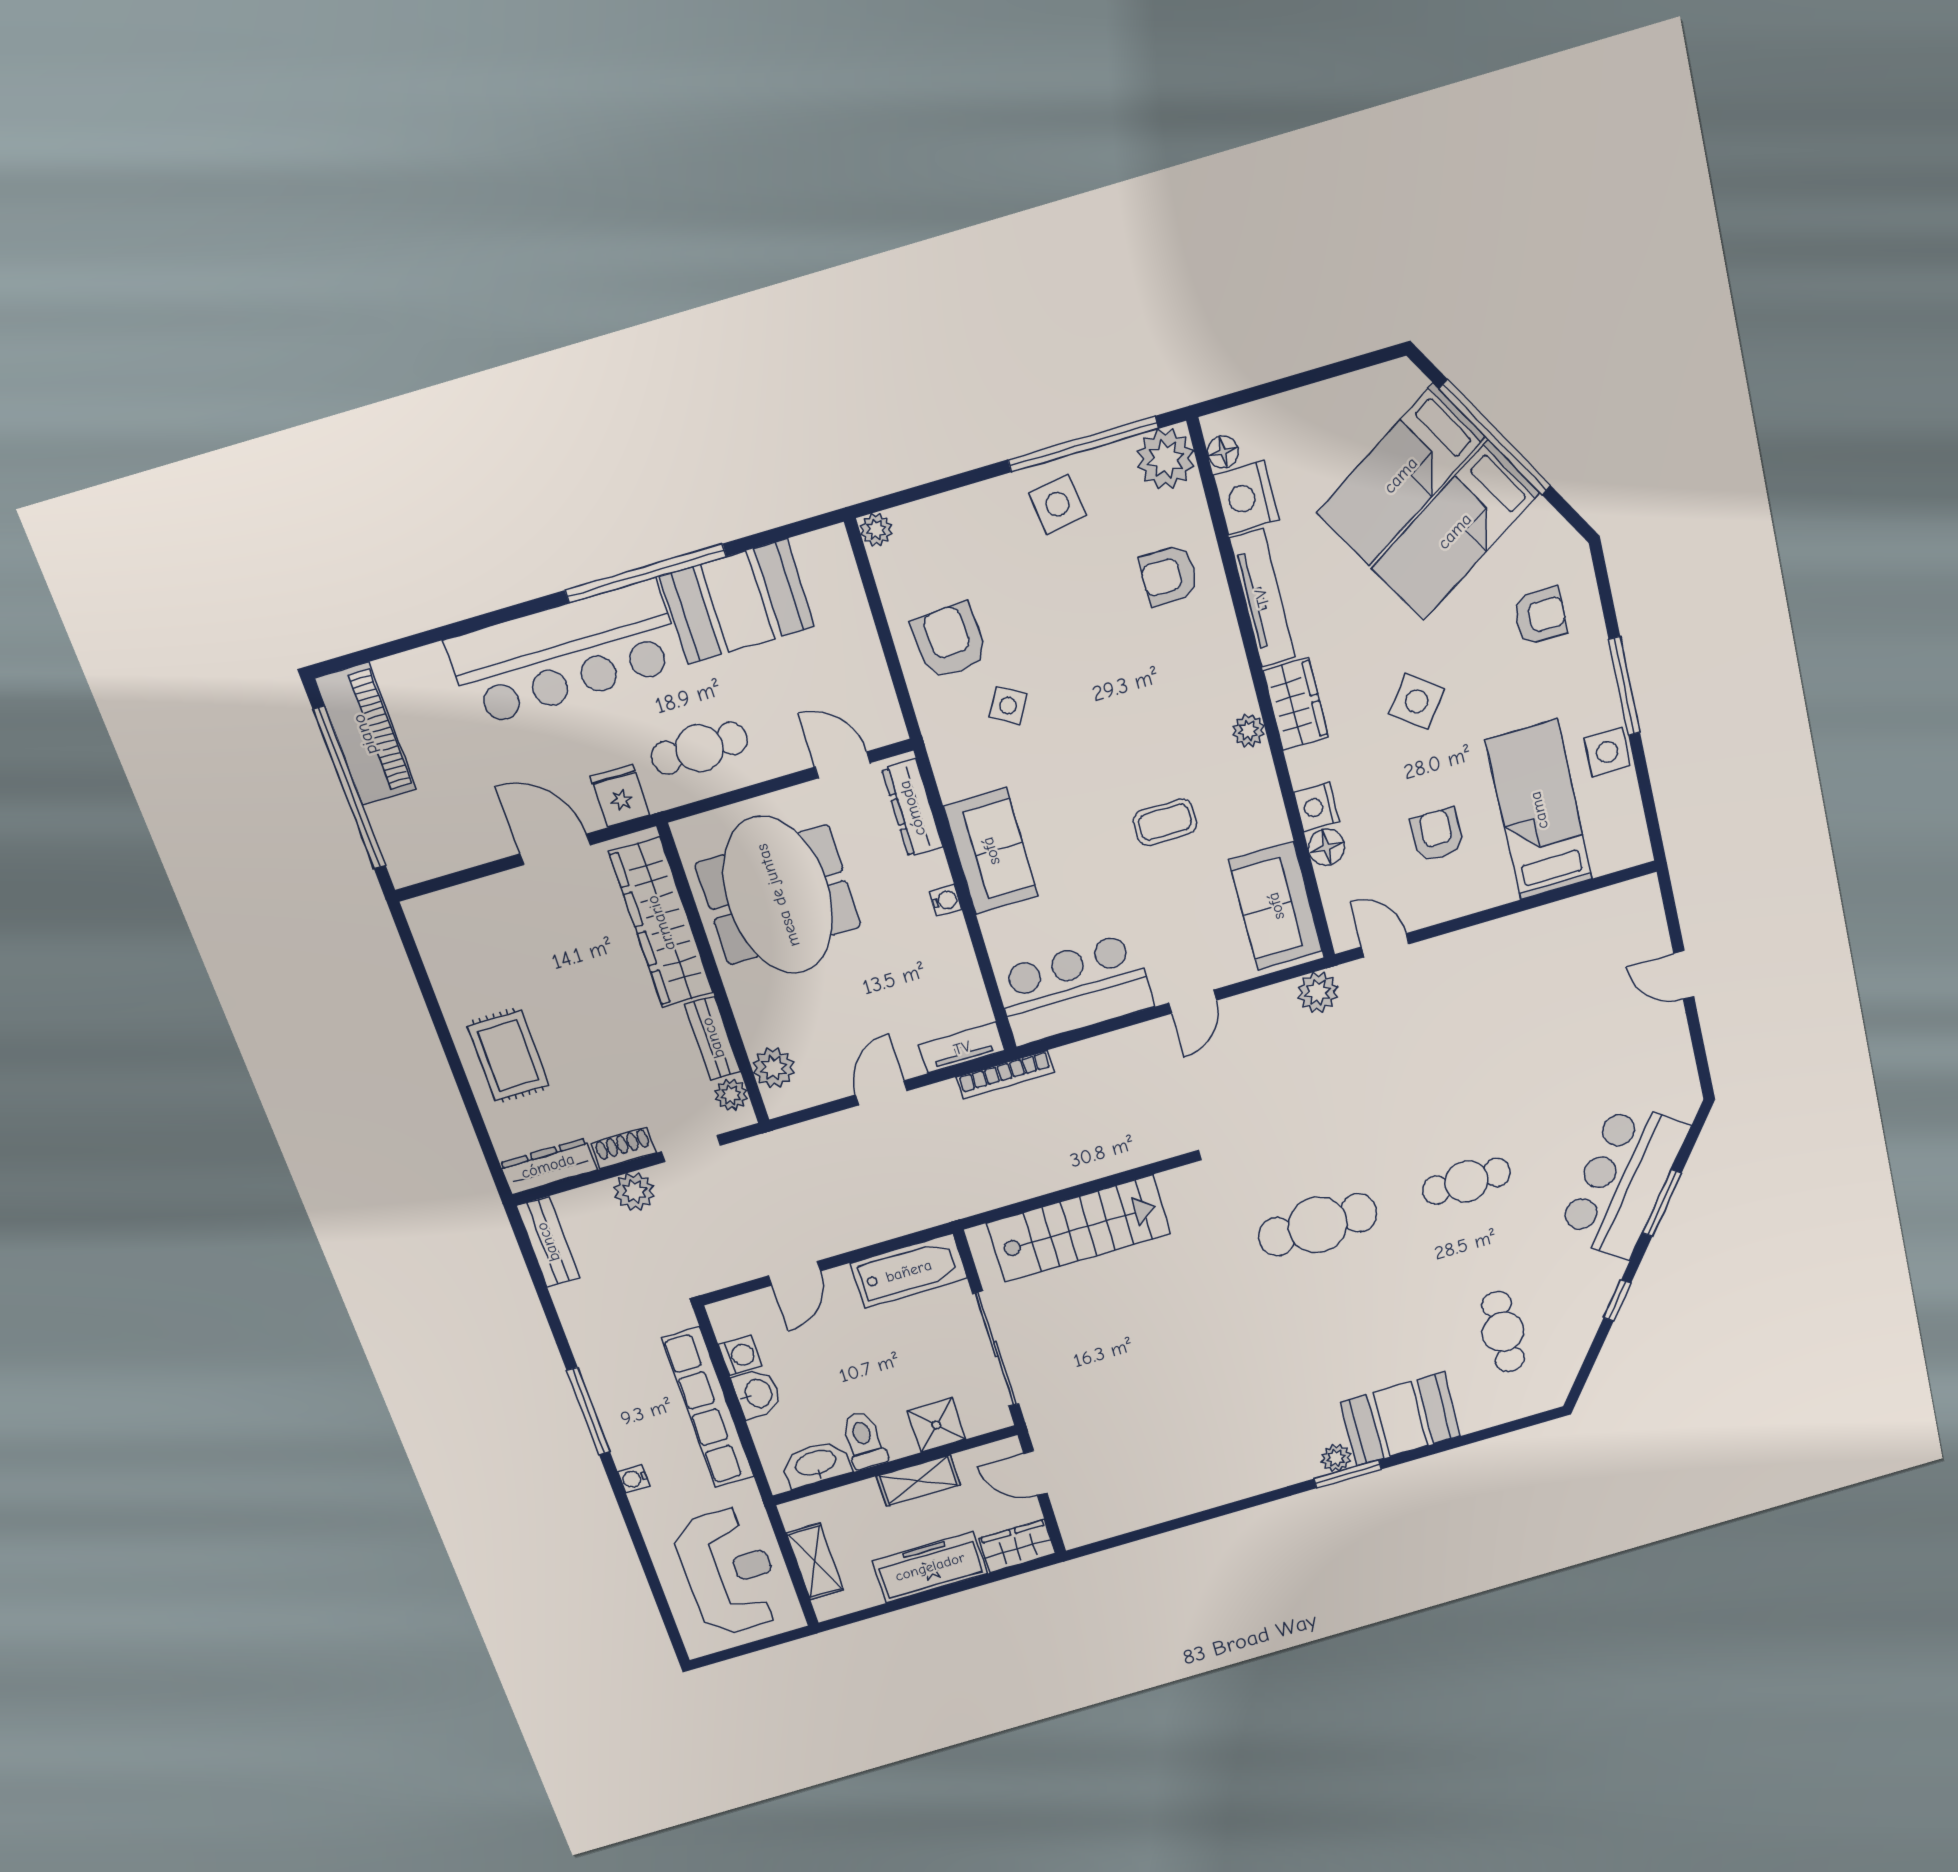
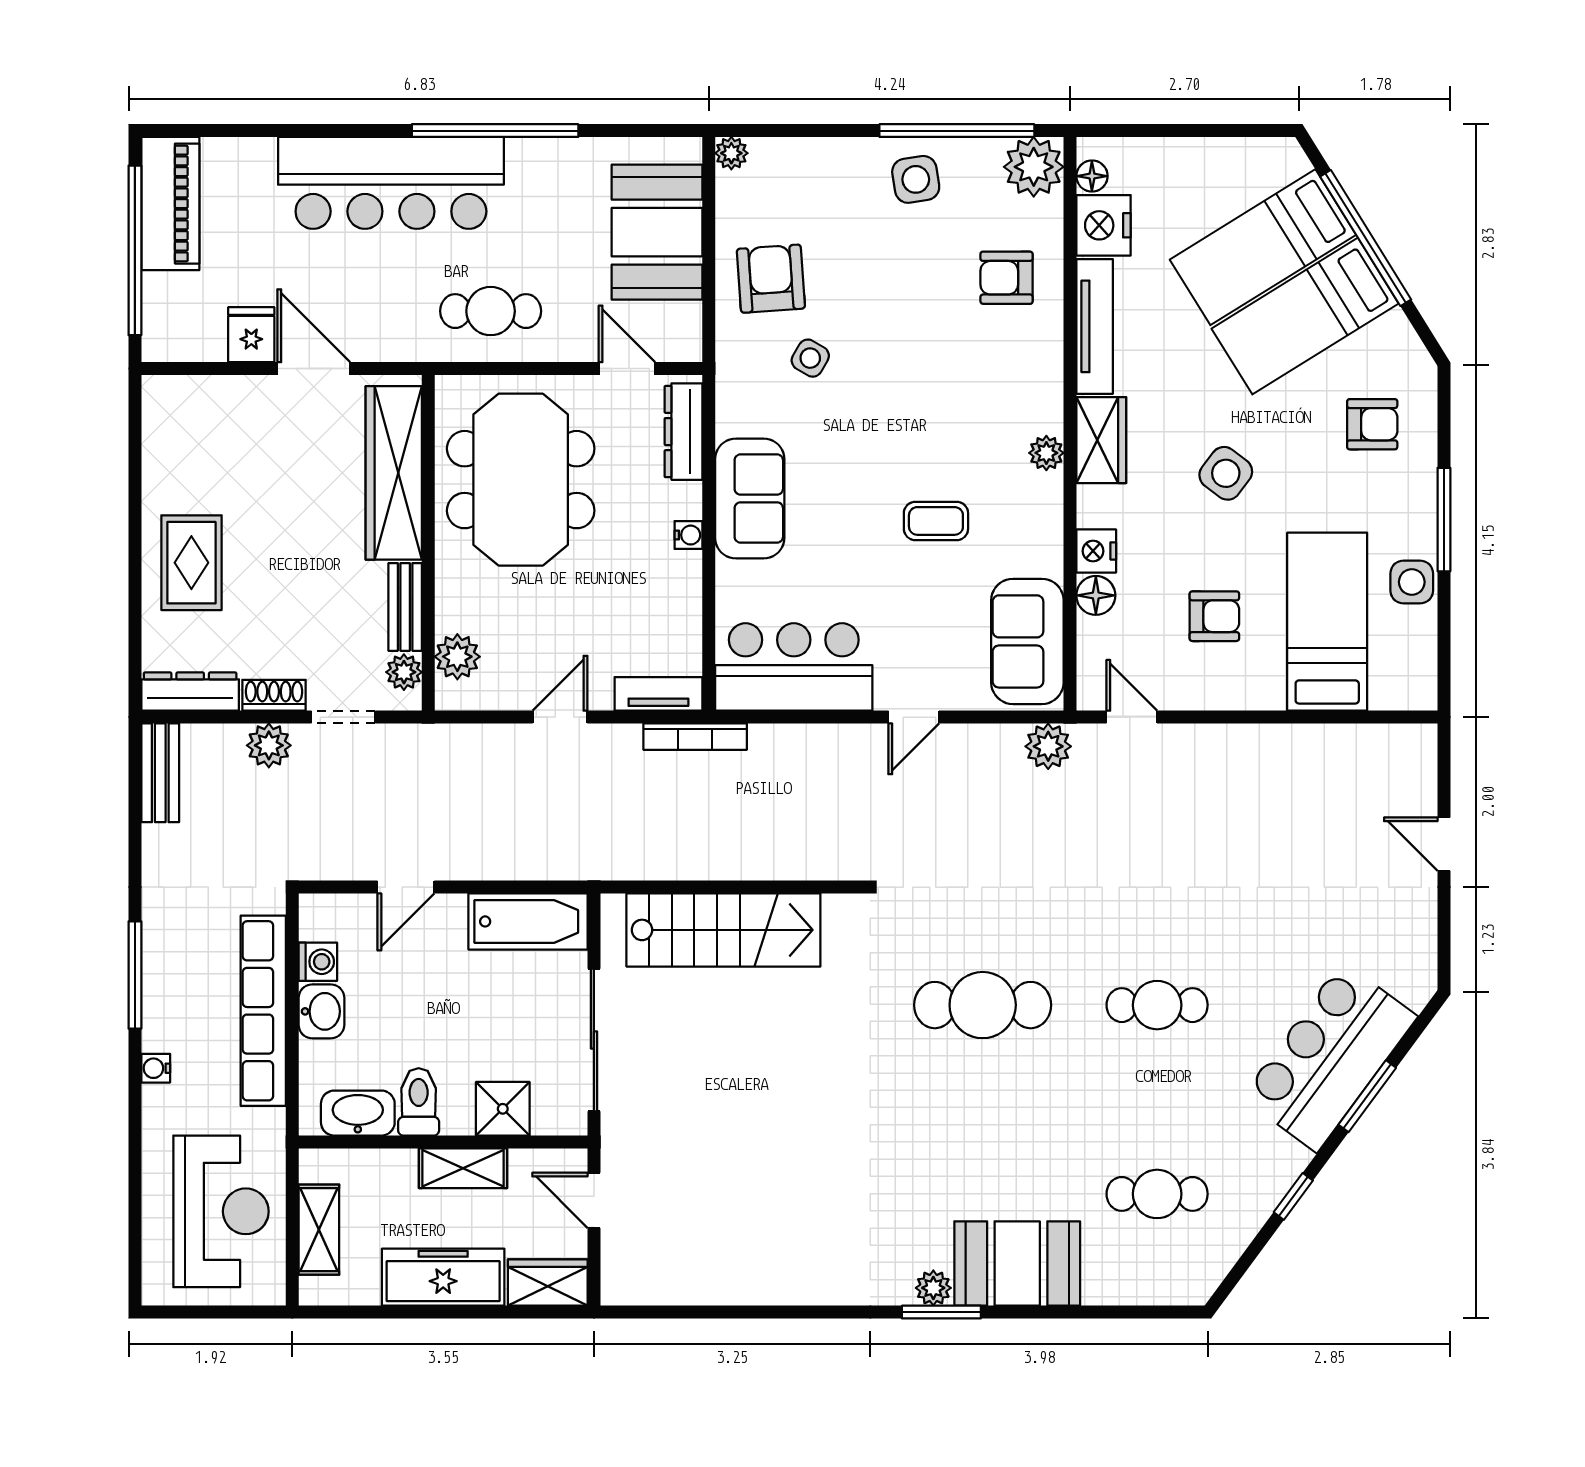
booth: (737, 602) -> (657, 232), moved, turned 90
fridge: (620, 796) -> (251, 335), moved
armchair: (1437, 835) -> (1214, 616), turned 90
cafe table: (1503, 1332) -> (1157, 1194), turned 90

